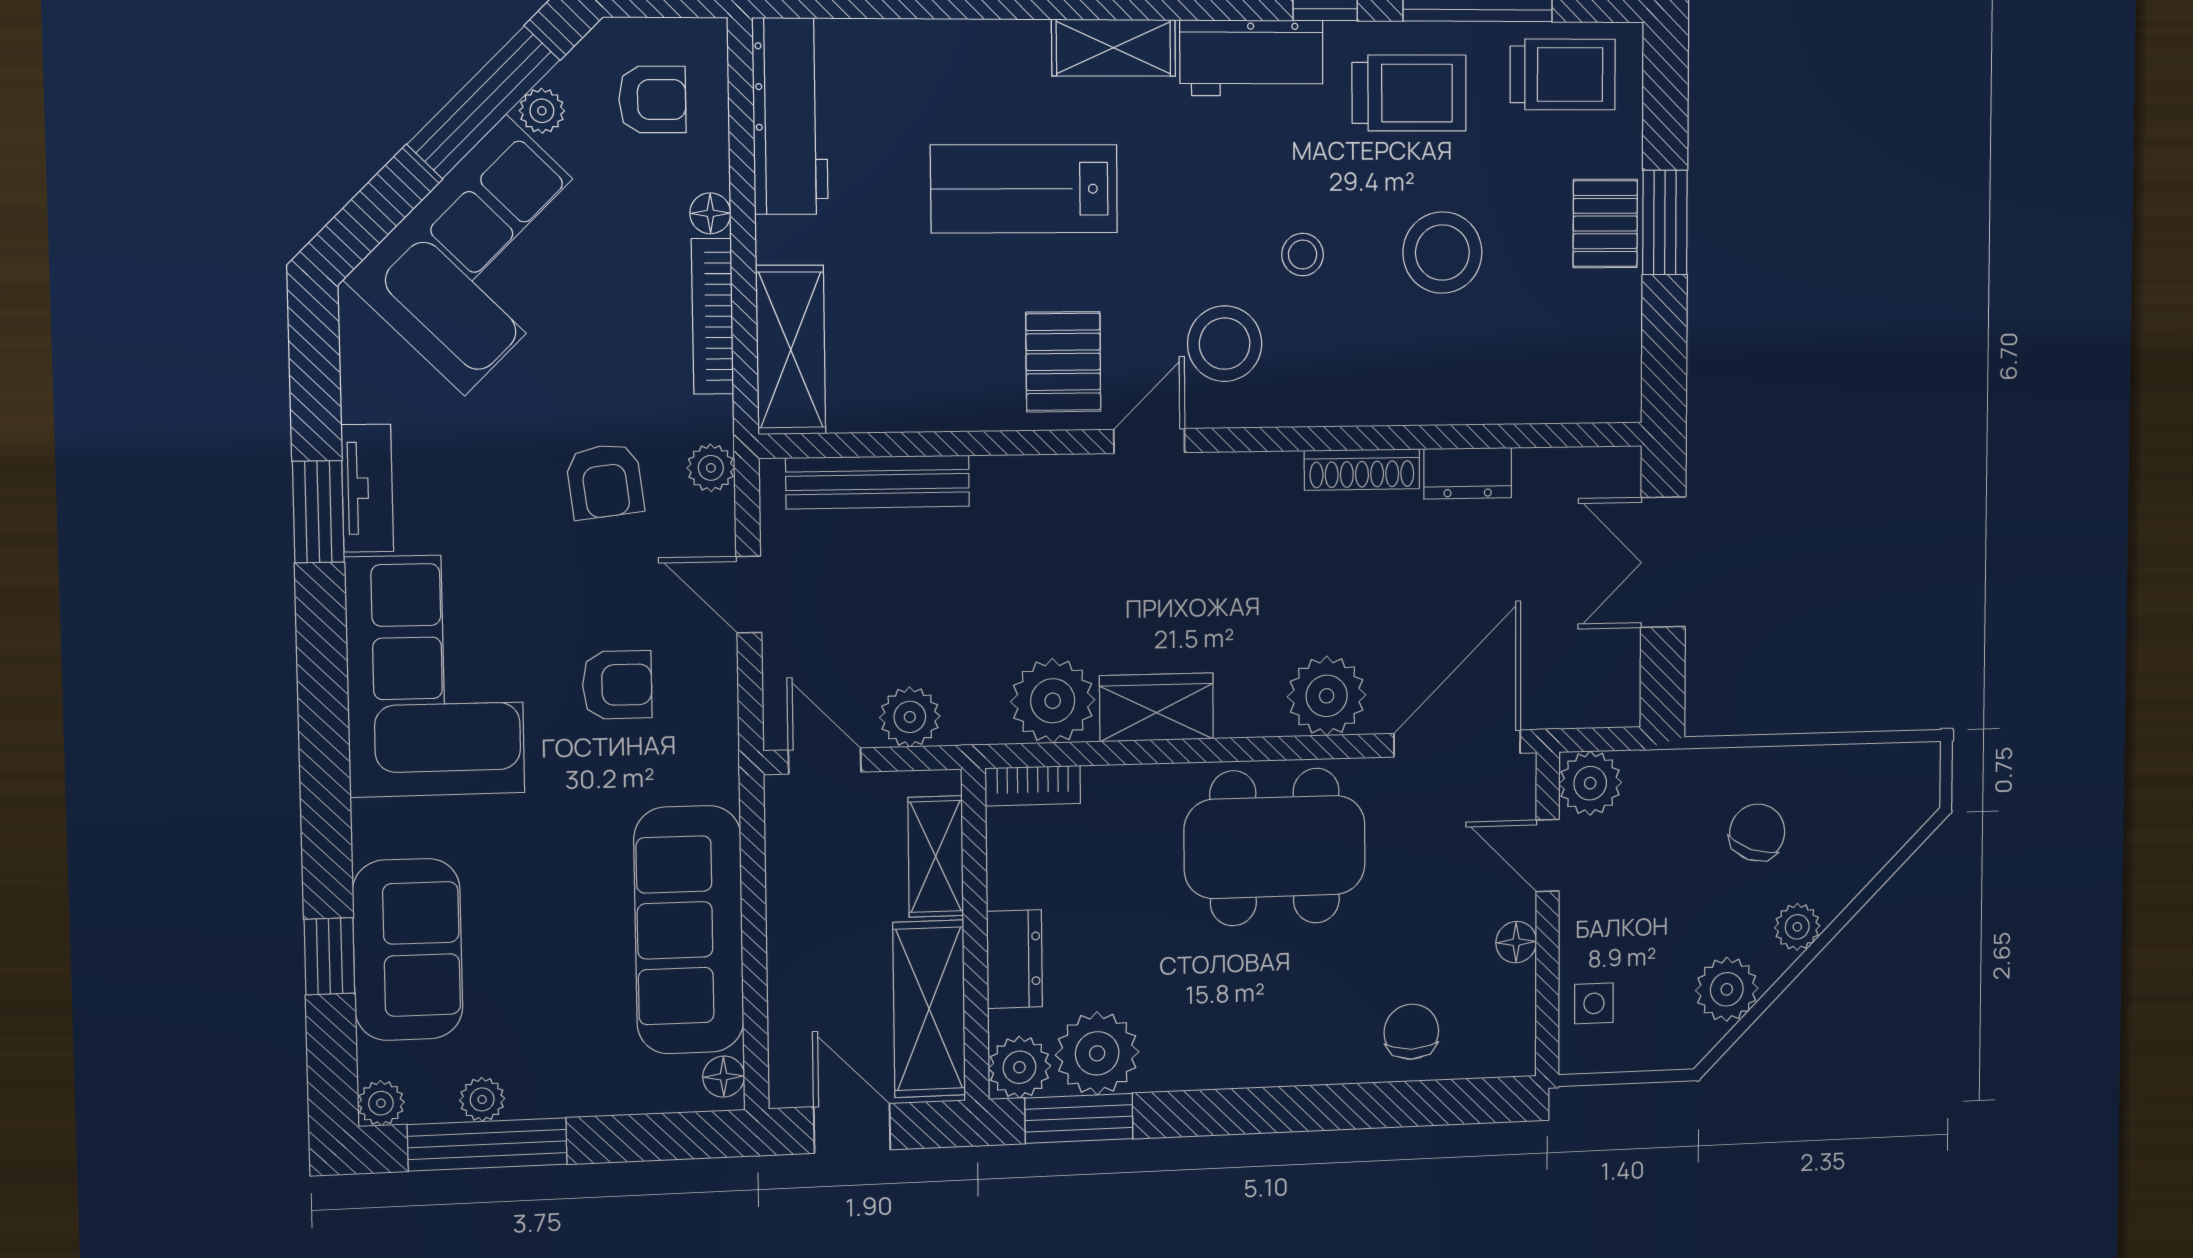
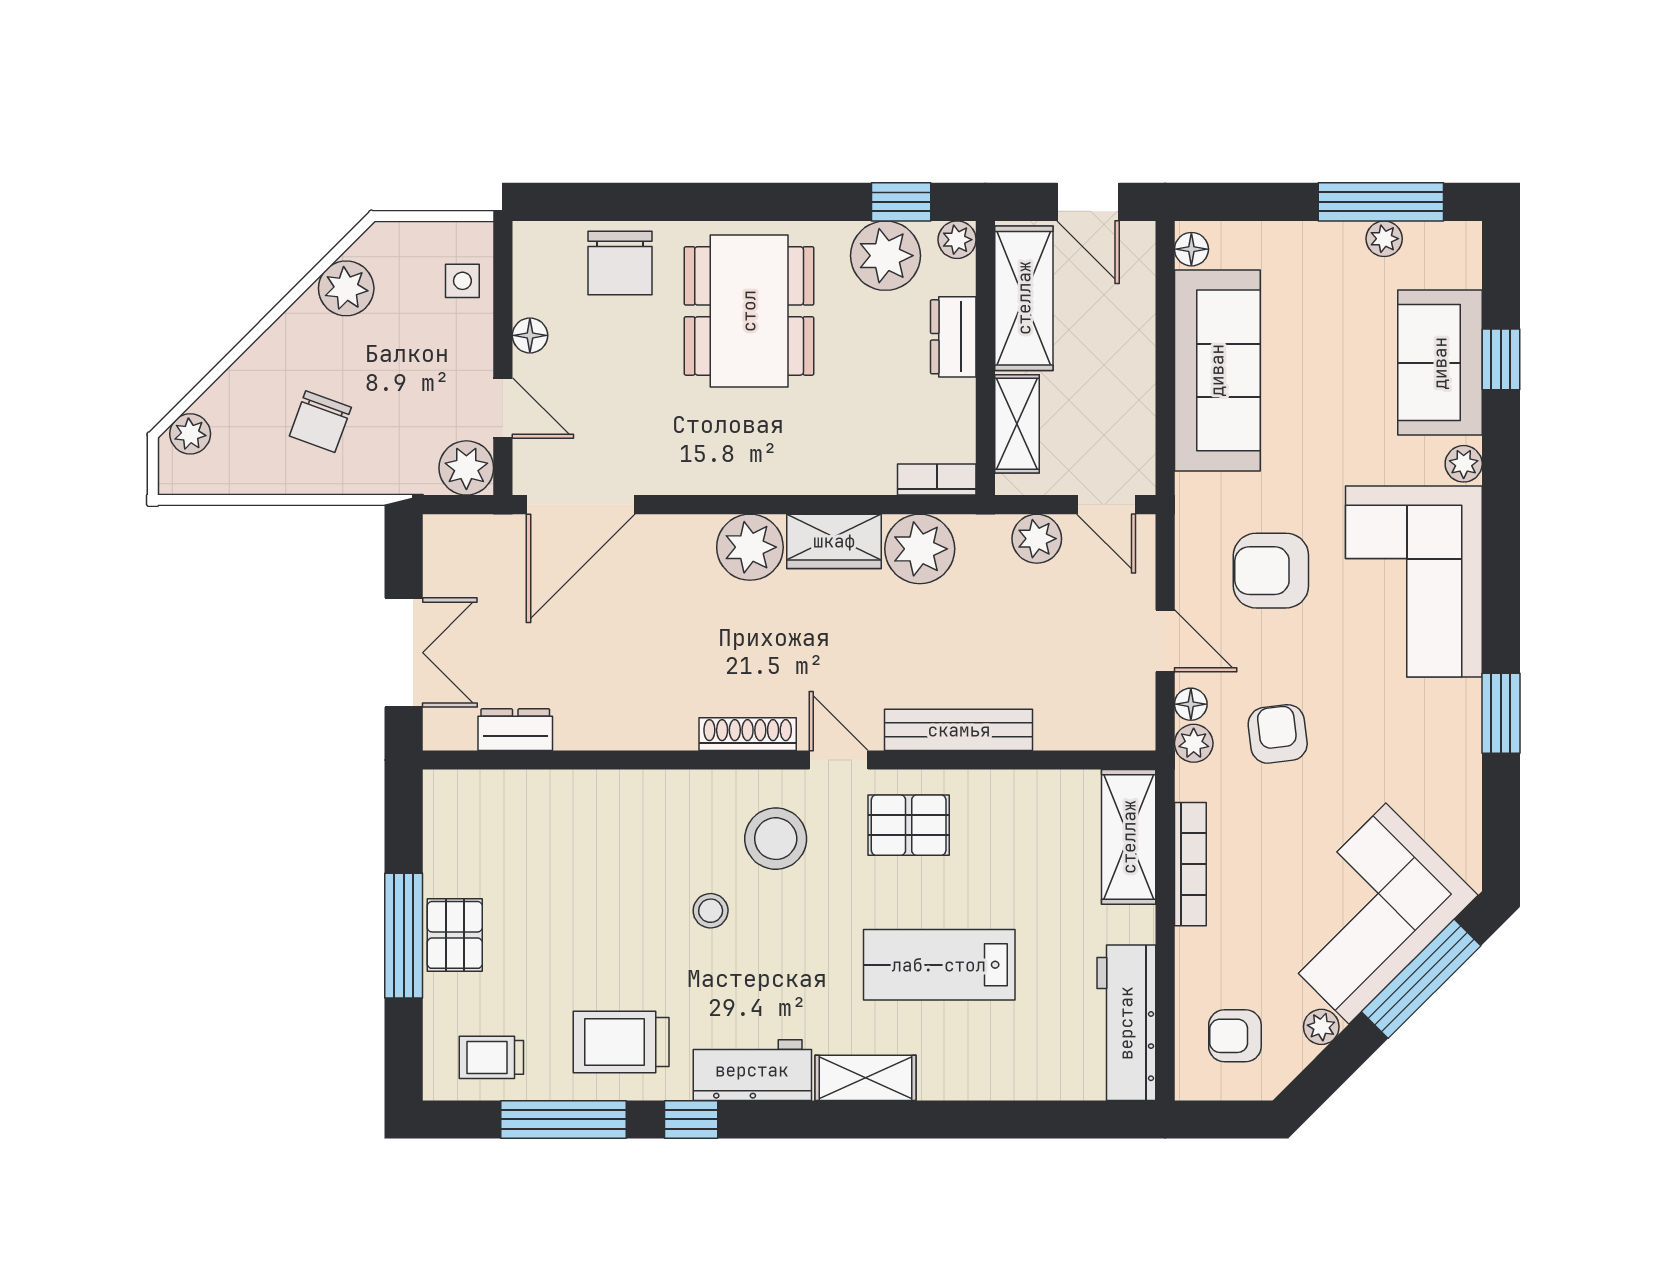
trolley: (1563, 74) -> (491, 1057), width x0.73, depth x0.72
window: (483, 102) -> (1421, 979), moved
lab bench: (1024, 189) -> (939, 965), turned 180
floor lamp: (710, 213) -> (1191, 704), moved
window: (1665, 222) -> (404, 936), width x1.44
stool: (1442, 253) -> (593, 912), removed
pallet: (1063, 362) -> (909, 825), turned 90
door: (1149, 441) -> (839, 760), swing flipped
shoe rack: (1362, 469) -> (748, 734), moved
dresser: (1468, 473) -> (515, 730), moved
bench: (878, 482) -> (959, 730), moved
tv unit: (367, 488) -> (1463, 731), removed
armchair: (617, 685) -> (1271, 571), width x1.38, depth x1.38
plant: (1327, 696) -> (750, 547), moved
dining table: (1275, 847) -> (749, 311), moved, turned 90
plant: (1797, 927) -> (190, 434), moved
chair: (1411, 1032) -> (620, 263), width x1.37, depth x1.37
plant: (1019, 1067) -> (957, 240), width x0.73, depth x0.73
plant: (381, 1103) -> (1464, 464), moved
window: (1079, 1118) -> (901, 202), width x0.67

